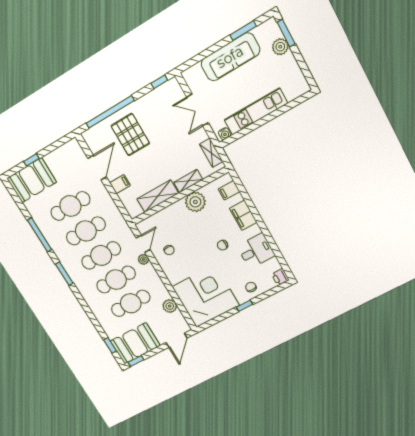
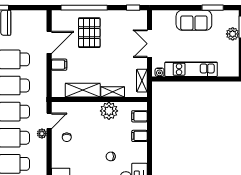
sofa: (230, 57) -> (194, 20), width x0.73
filing cabinet: (243, 215) -> (139, 136), width x0.50

